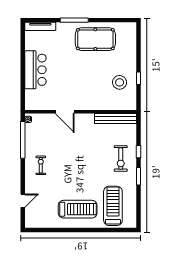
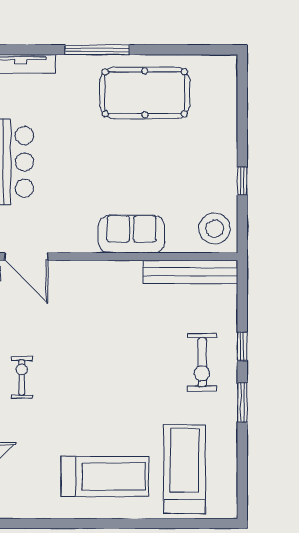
stool: (120, 82) -> (215, 229), moved
sofa: (89, 102) -> (131, 234), added
door: (65, 112) -> (26, 257), moved

